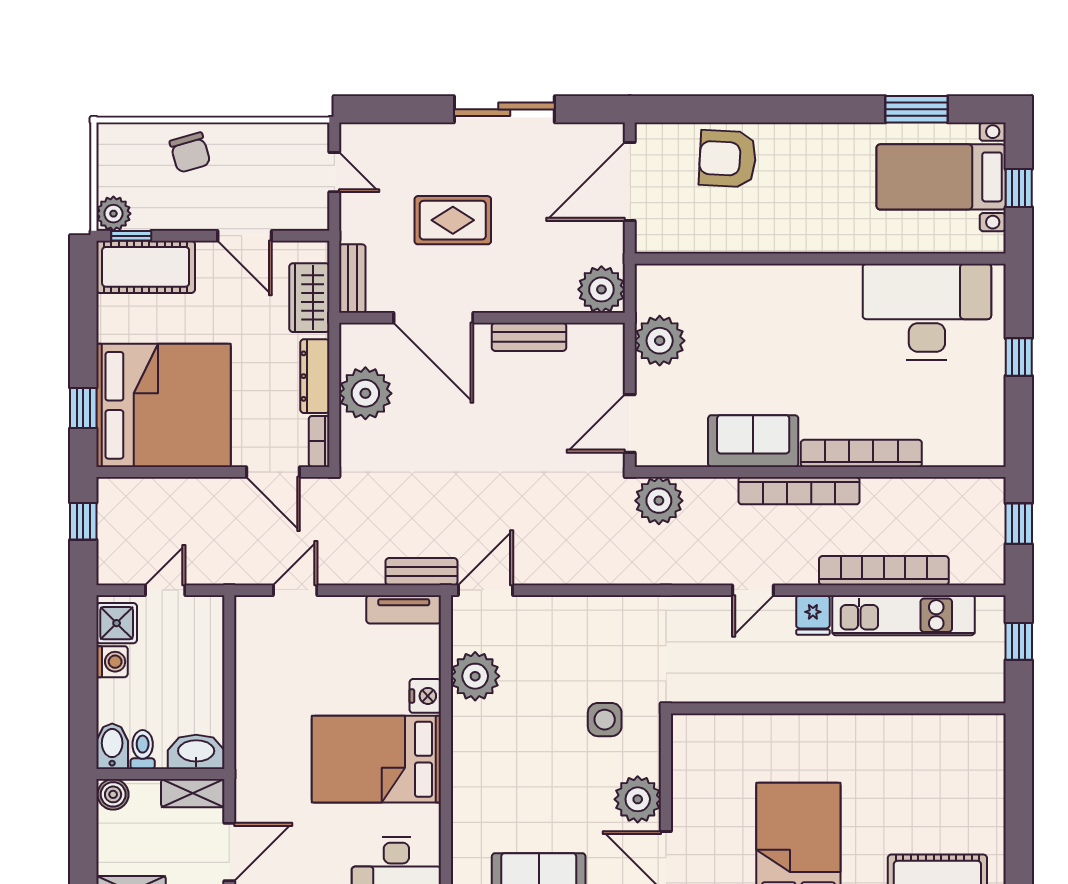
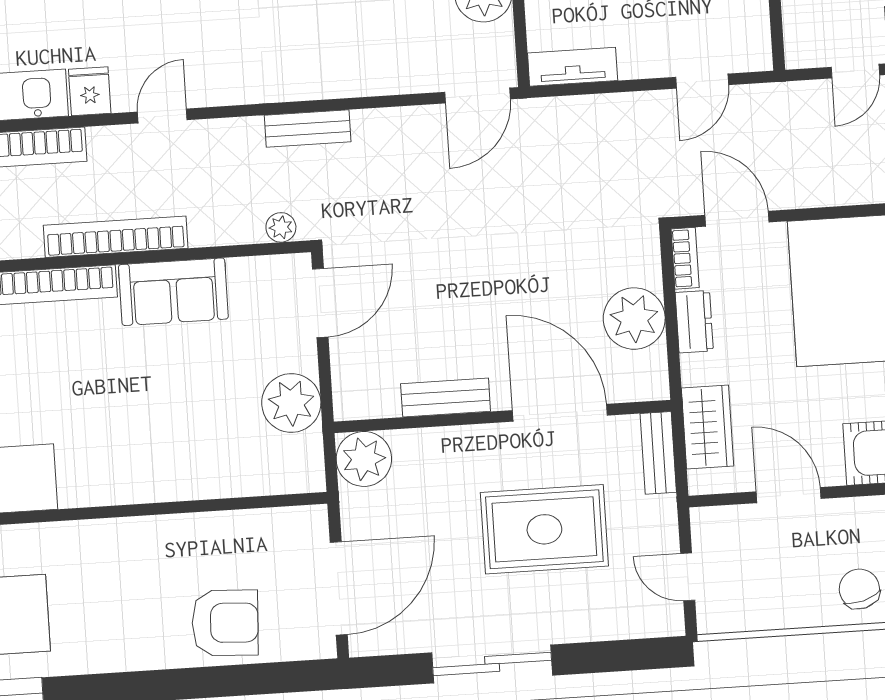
rug: (453, 220) -> (544, 529), width x1.36, depth x1.43
dresser: (315, 376) -> (694, 322), width x0.70
plant: (659, 501) -> (281, 227), width x0.53, depth x0.53
bench: (421, 572) -> (308, 129), moved

